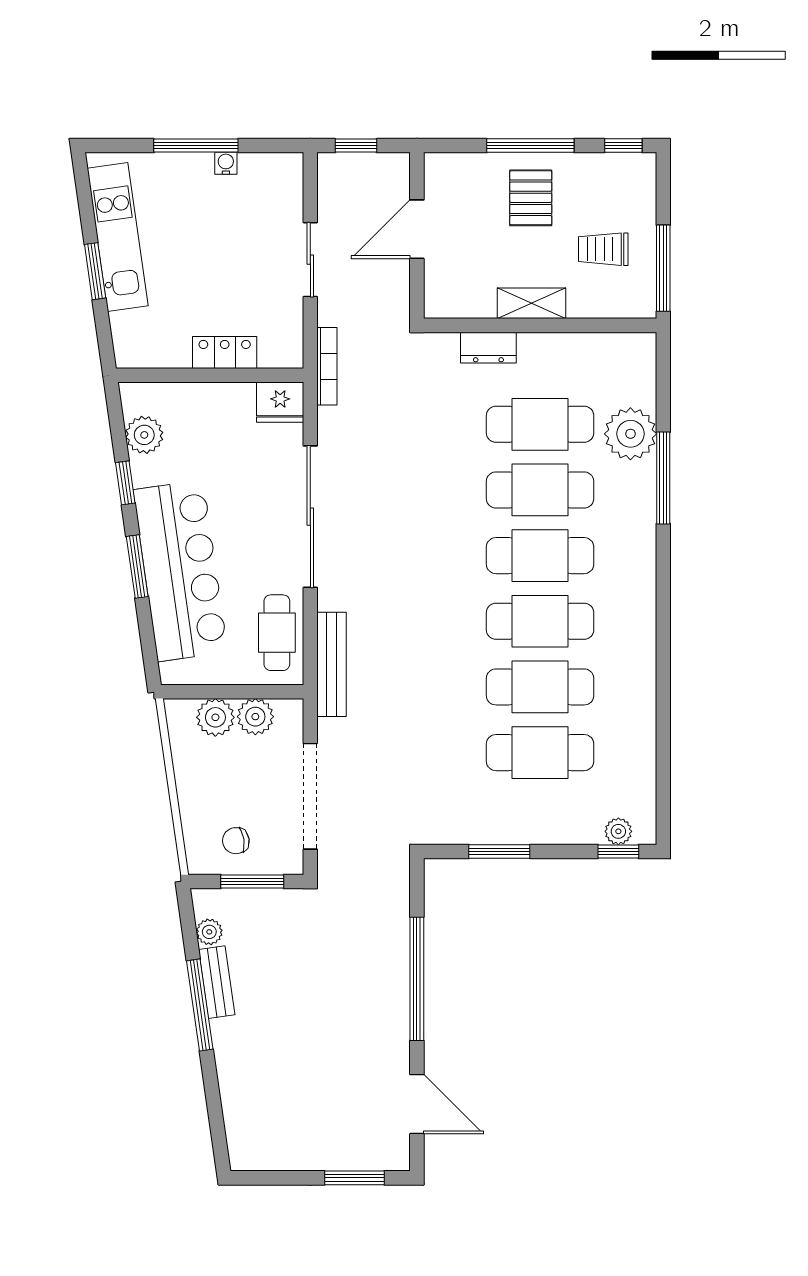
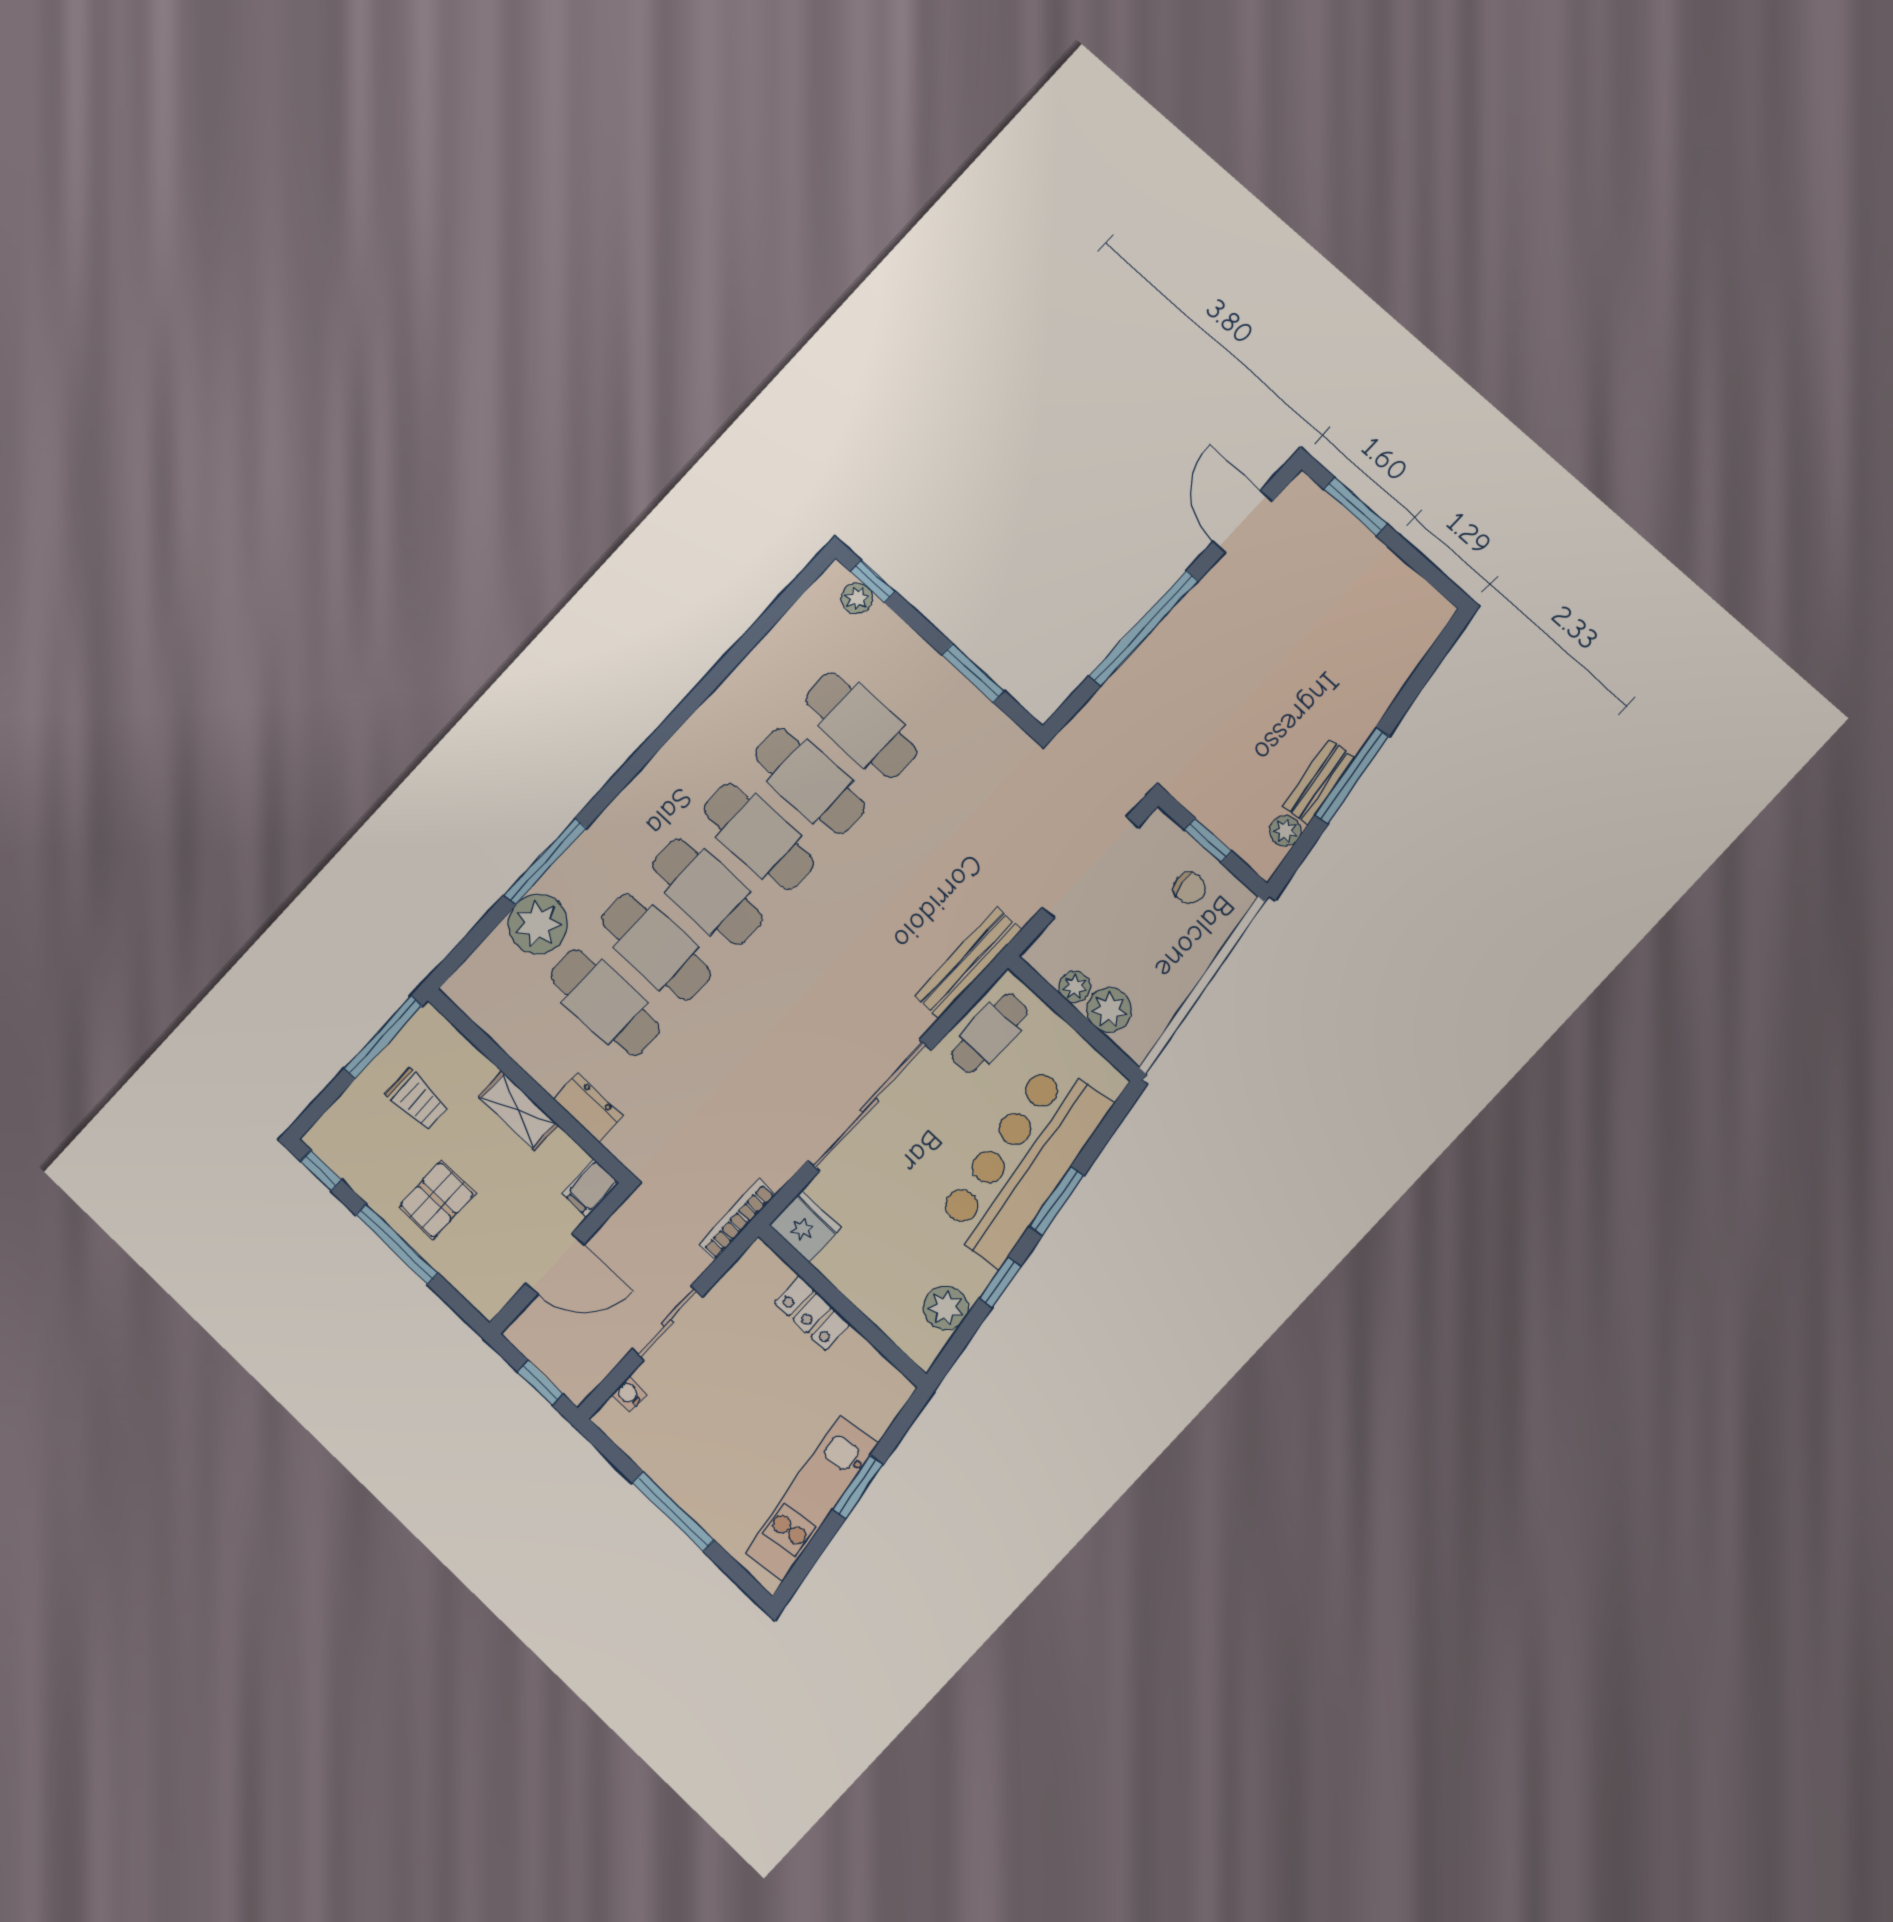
water cooler: (226, 163) -> (629, 1394), moved, turned 90
filing cabinet: (439, 298) -> (591, 1188), added
plant: (255, 717) -> (1075, 987), width x0.73, depth x0.73
window: (252, 881) -> (1208, 840), width x0.67

